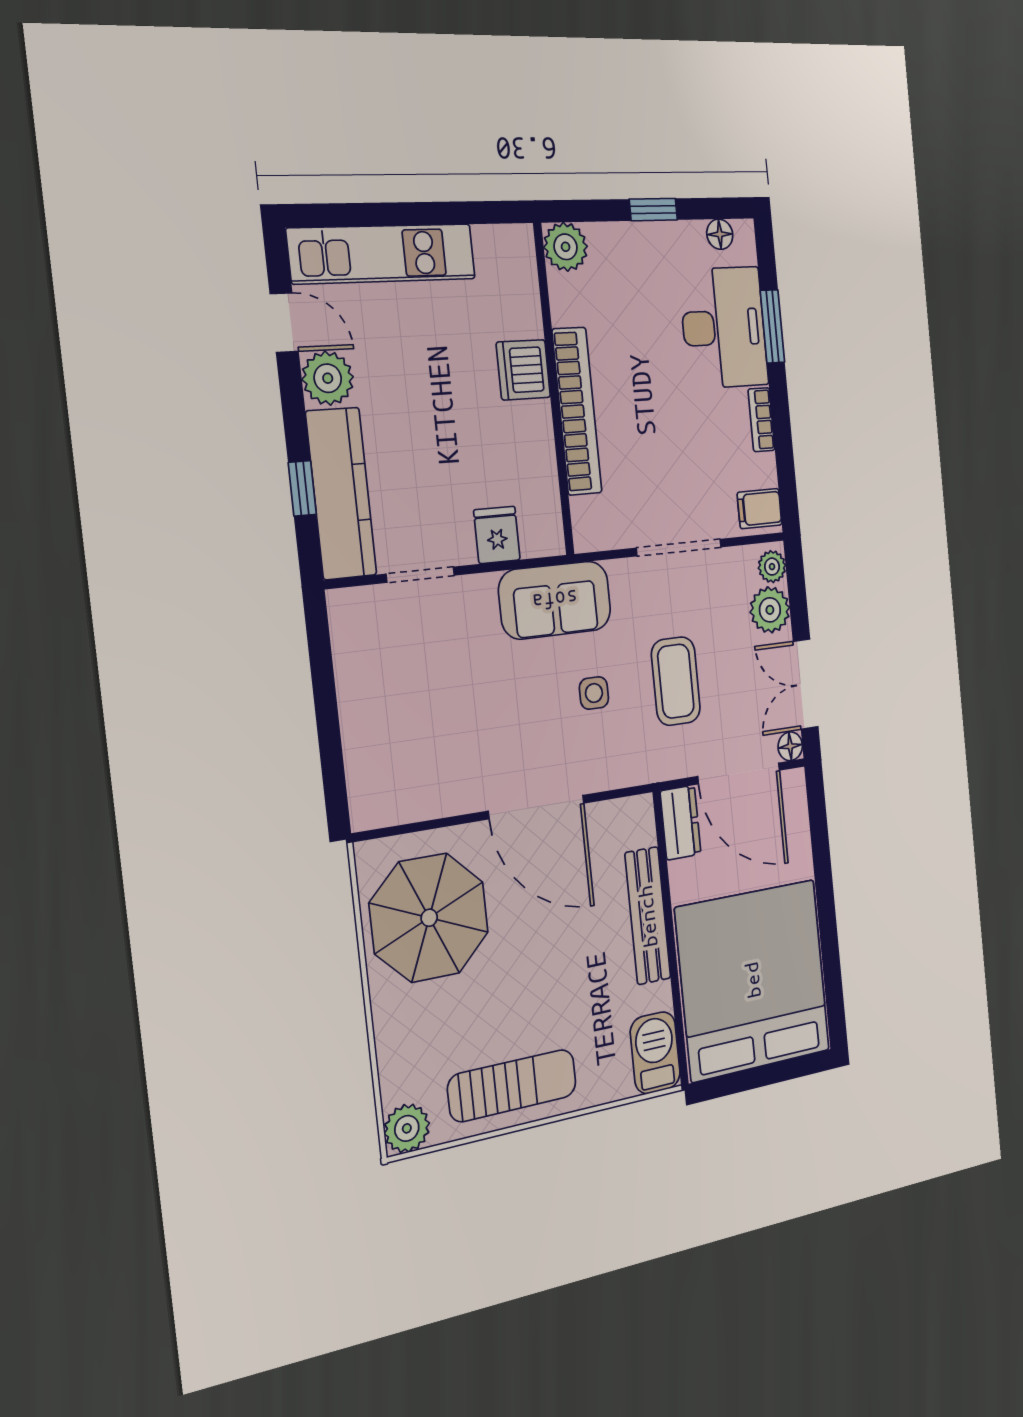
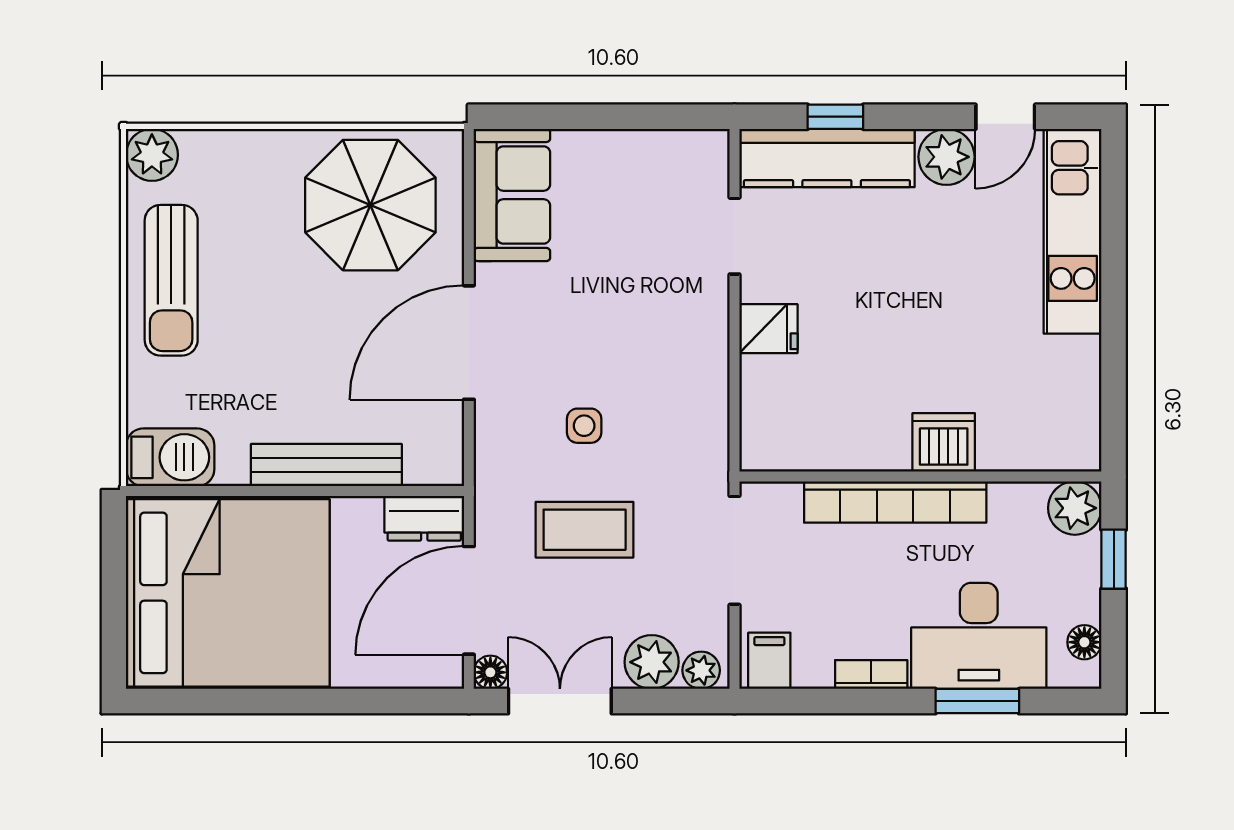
plant: (566, 247) -> (1075, 508), moved
dishwasher: (523, 370) -> (944, 442), moved
wall: (554, 390) -> (920, 477), moved
bookcase: (577, 411) -> (895, 502), moved
sofa: (555, 600) -> (512, 195), moved, turned 180

